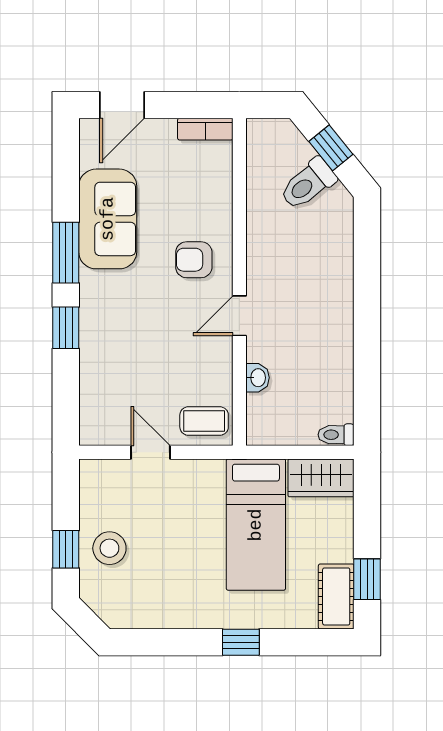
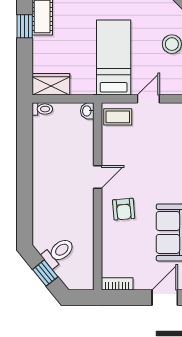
armchair: (194, 260) -> (124, 209), turned 85
washbasin: (257, 378) -> (87, 111), moved
door: (151, 452) -> (148, 99), swing flipped
bed: (256, 525) -> (114, 58), moved

